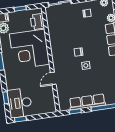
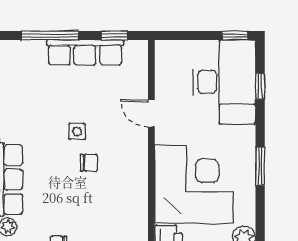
door: (53, 78) -> (151, 114), swing flipped
desk: (20, 103) -> (224, 82), width x1.36, depth x1.30

